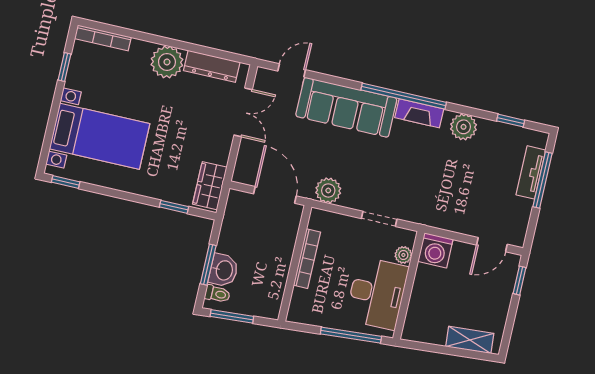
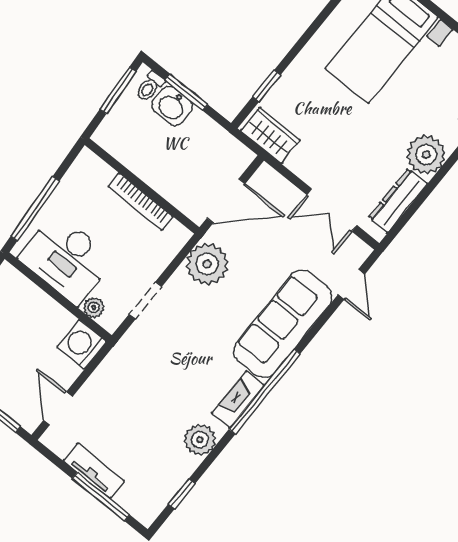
tv unit: (531, 172) -> (94, 471), moved
plant: (328, 190) -> (207, 264), width x1.36, depth x1.36

